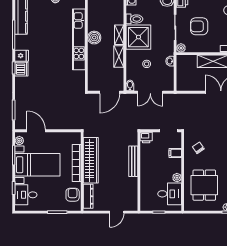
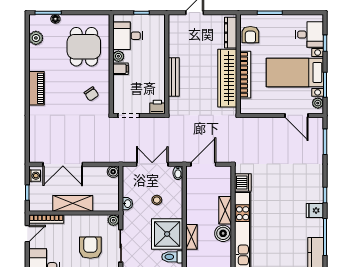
armchair: (199, 26) -> (90, 248), turned -90
shelving: (119, 57) -> (225, 210), moved
dishwasher: (21, 69) -> (243, 182), moved, turned 180
boiler: (181, 86) -> (113, 172), added
filing cabinet: (175, 153) -> (121, 69), moved

